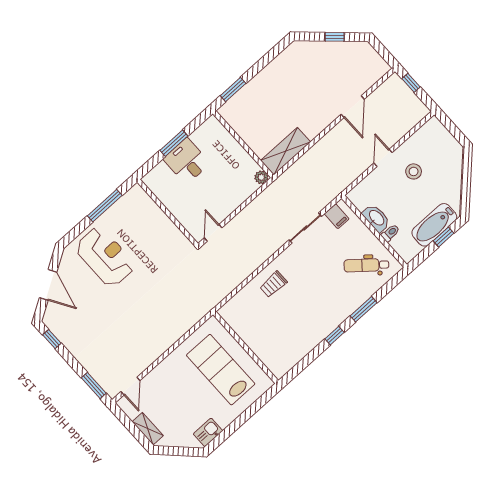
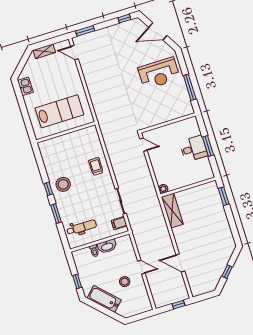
bathtub: (434, 225) -> (104, 299), moved, turned -45
dental chair: (366, 265) -> (82, 227), turned 50
stool: (319, 318) -> (63, 184), added

